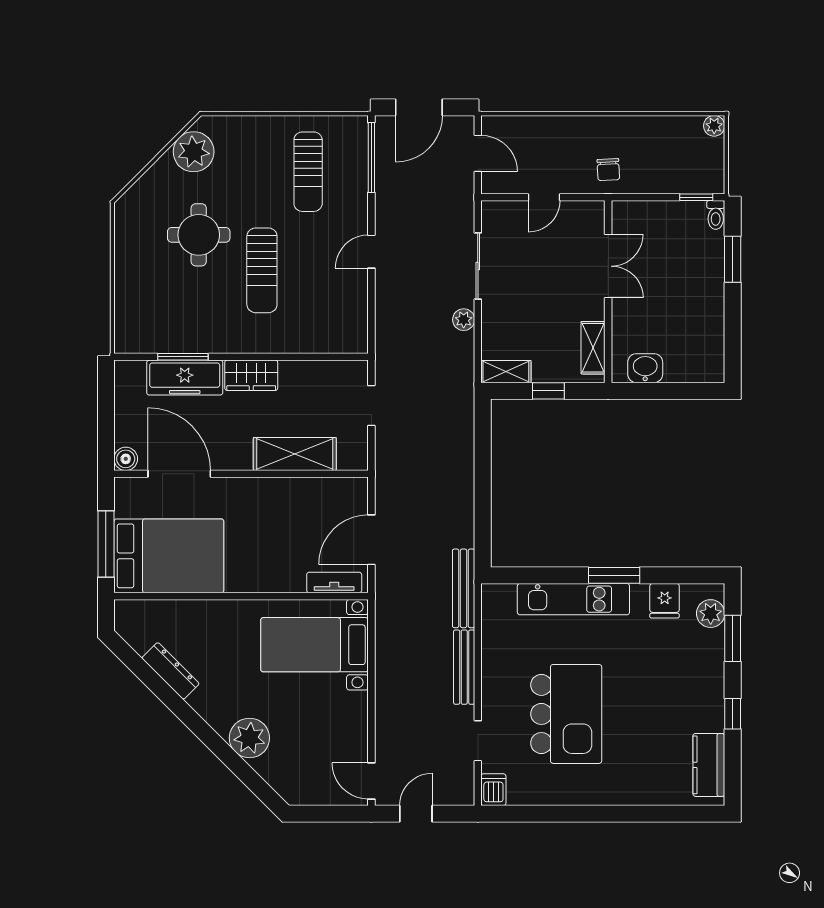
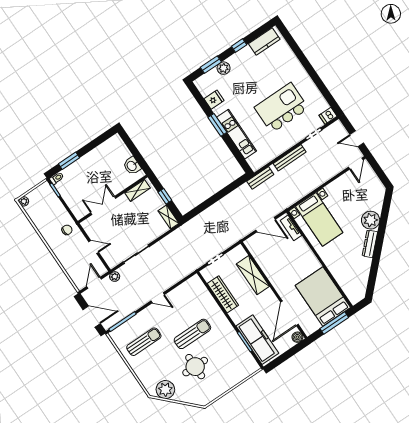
plant: (464, 320) -> (115, 277), moved
wardrobe: (251, 375) -> (223, 294), moved, width x1.50
freezer: (185, 378) -> (257, 340), width x1.36, depth x1.26
bench: (464, 588) -> (260, 178), width x0.73
plant: (711, 614) -> (224, 68), moved
dresser: (170, 671) -> (370, 244), moved

